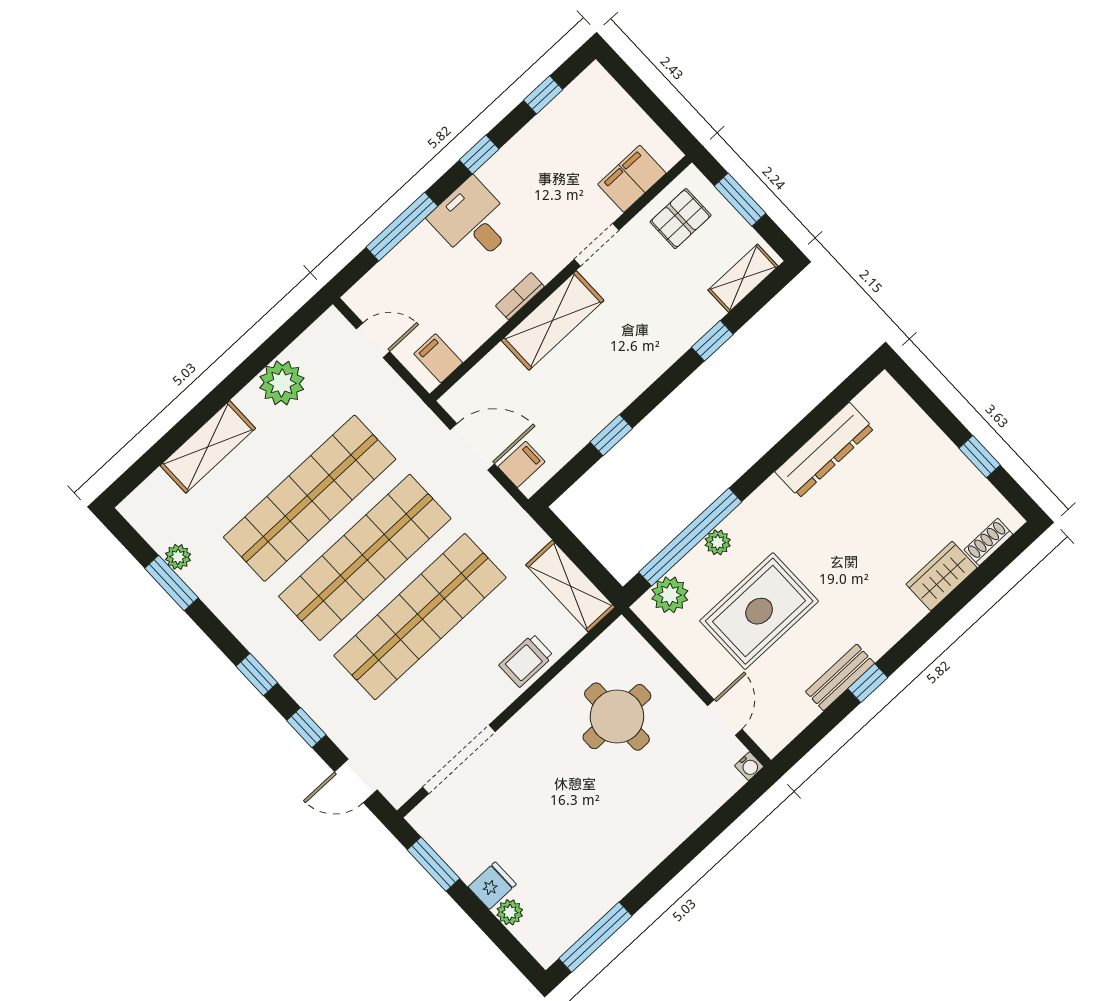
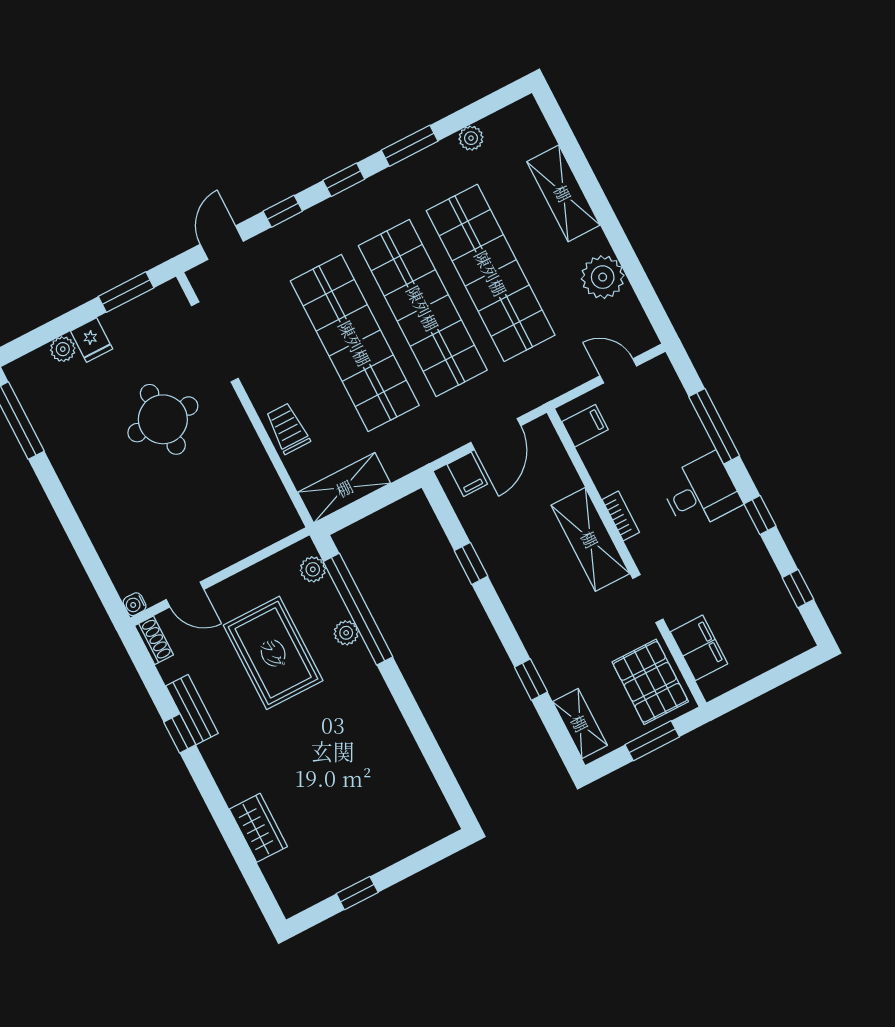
pallet: (681, 219) -> (650, 682), width x1.50, depth x1.42
door: (373, 340) -> (618, 371), swing flipped
dresser: (824, 450) -> (403, 753), removed
shoe rack: (988, 542) -> (154, 640), moved
window: (171, 583) -> (410, 146), moved
plant: (670, 595) -> (313, 569), width x0.73, depth x0.73
round table: (617, 717) -> (163, 419), moved

